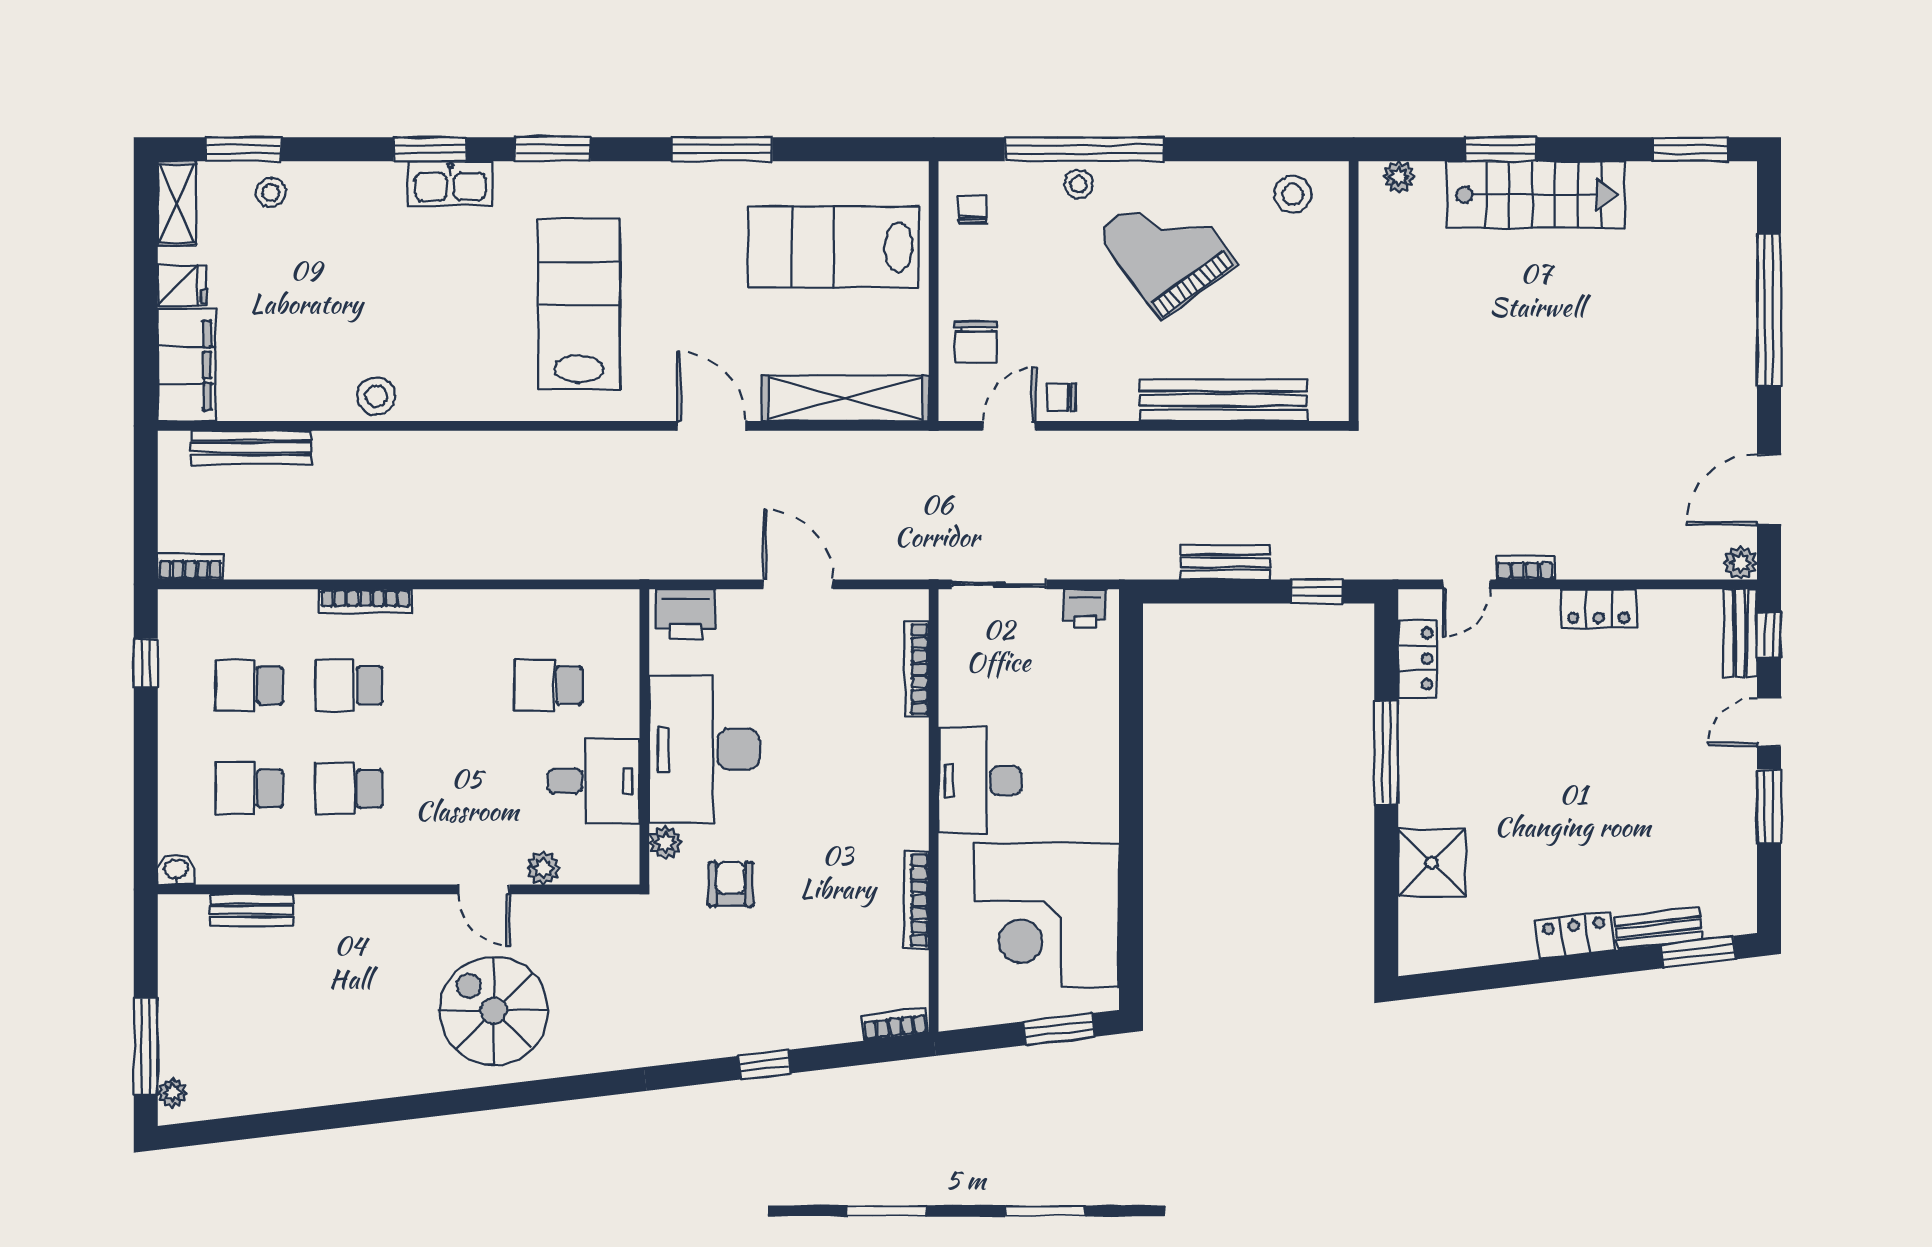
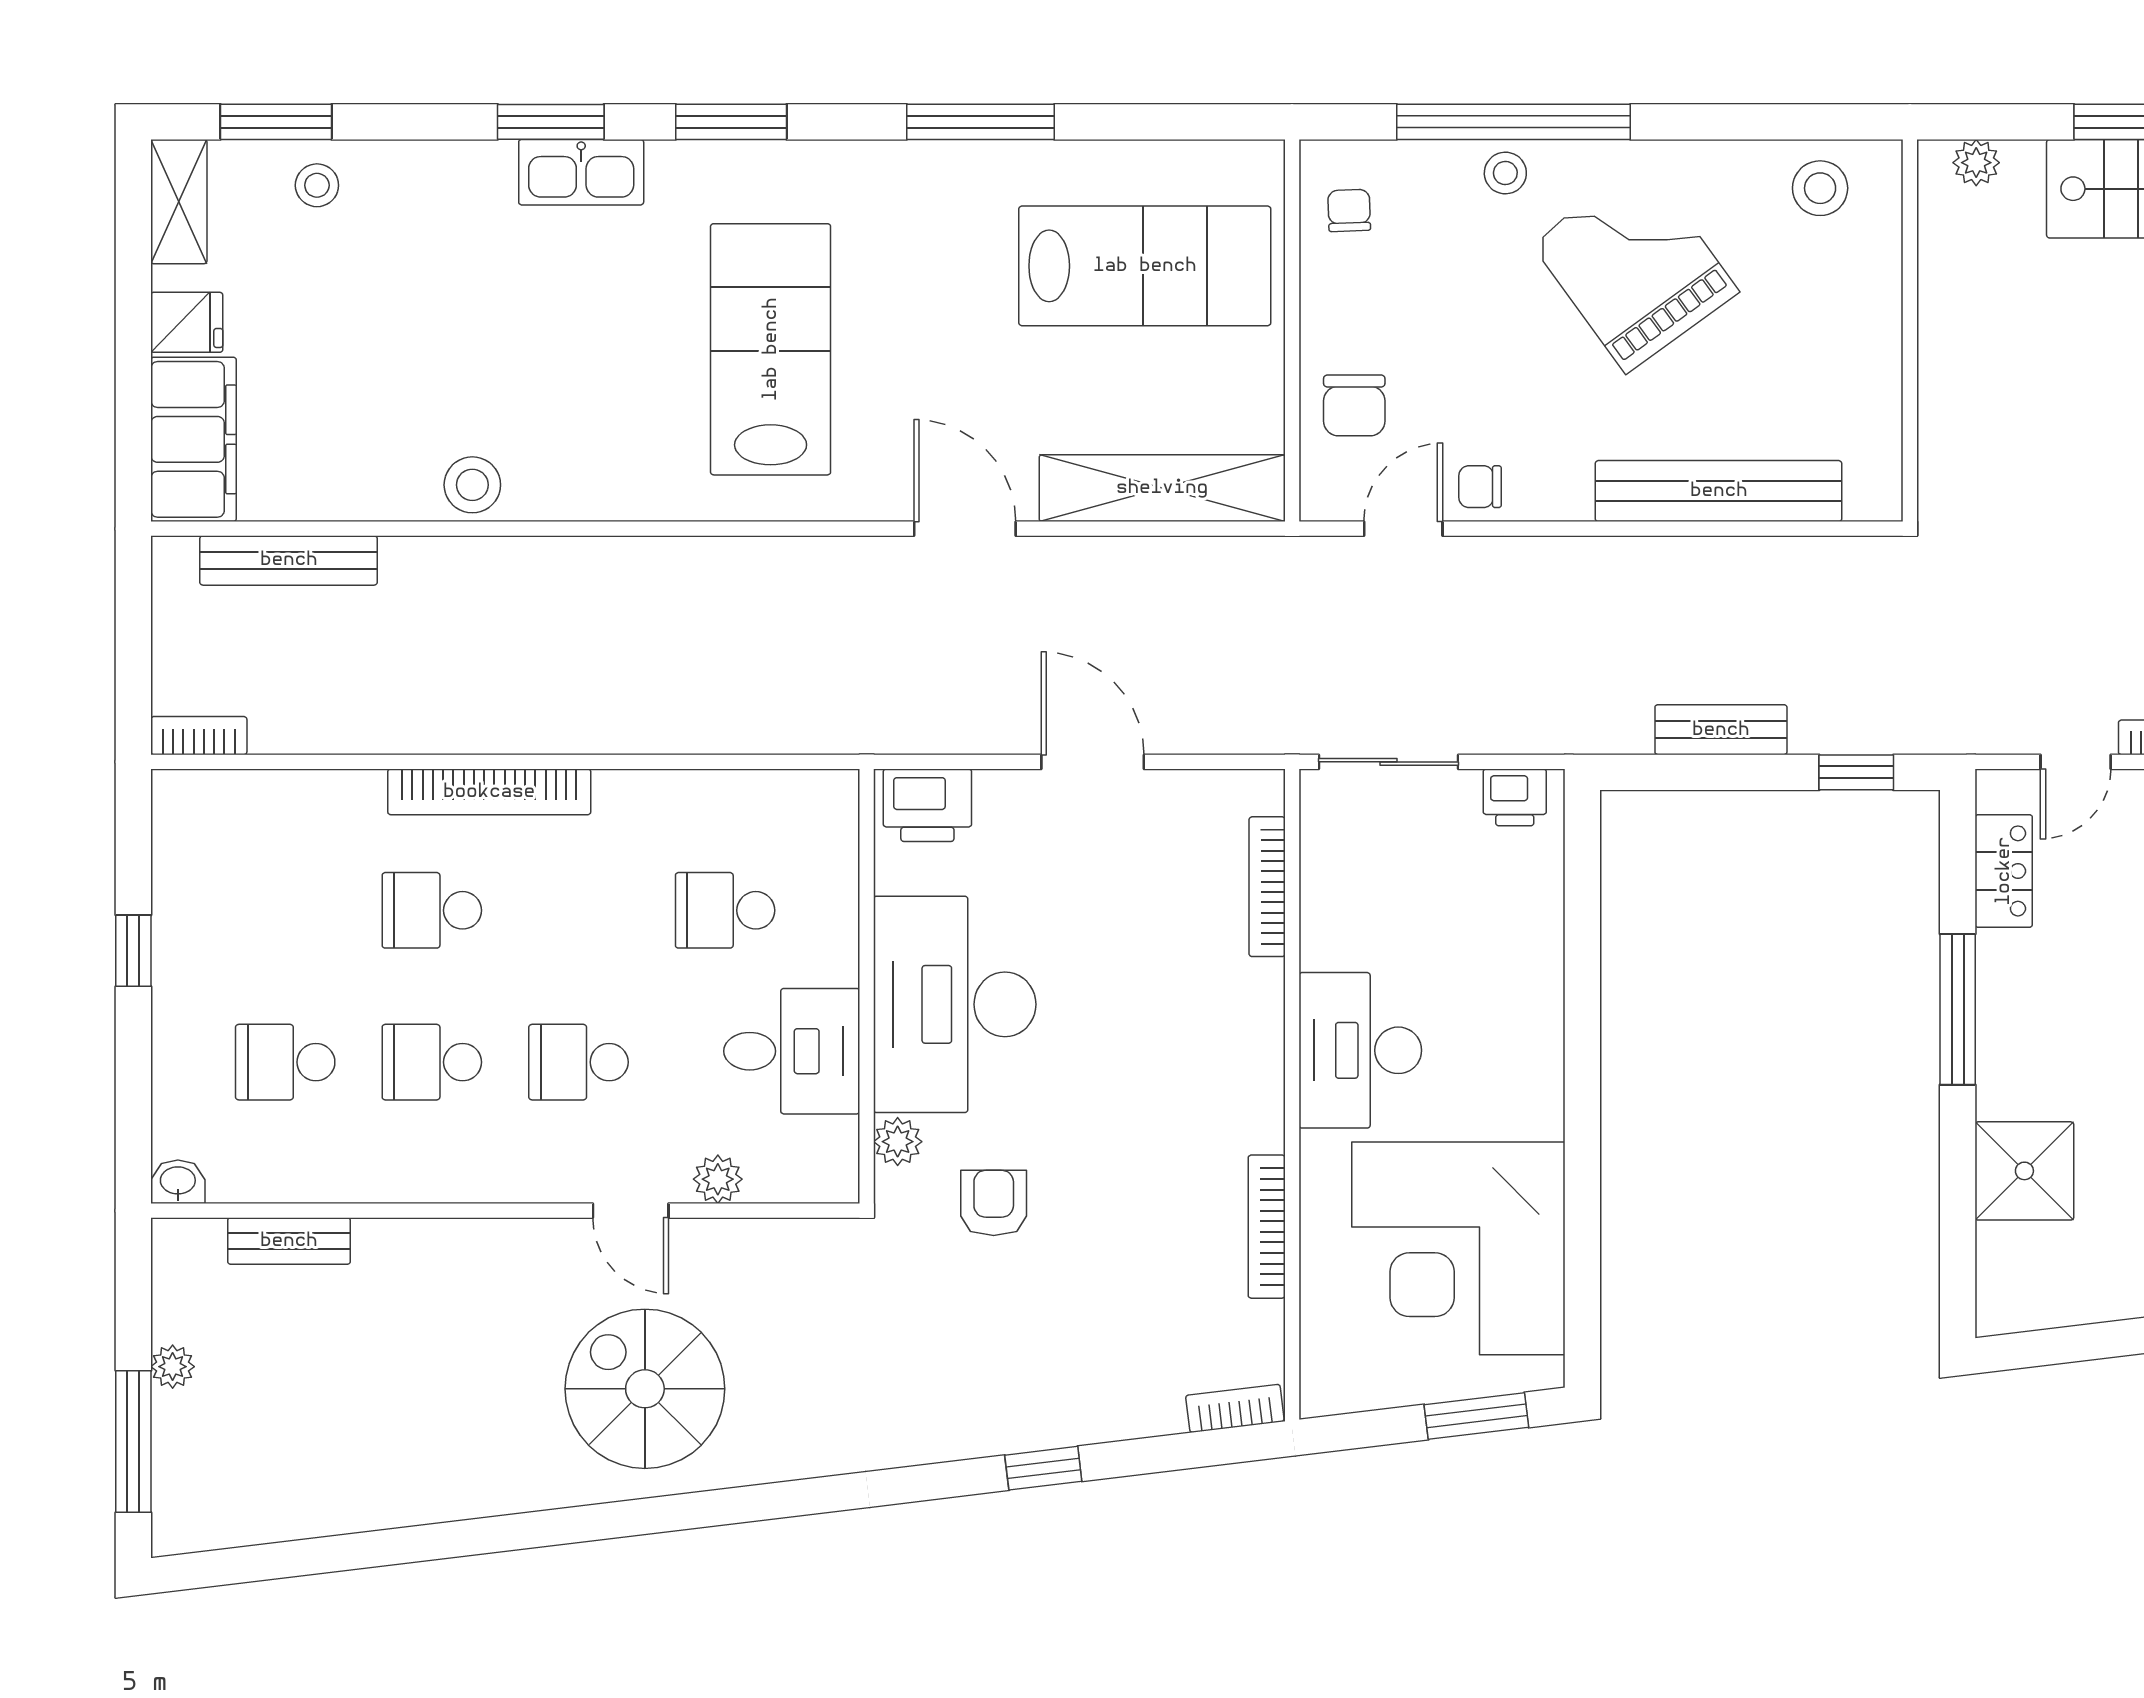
lab bench: (833, 247) -> (1145, 266), turned 180
bookcase: (365, 601) -> (489, 792), width x1.48, depth x1.31
window: (146, 663) -> (133, 951), moved
school desk: (249, 685) -> (578, 1062), moved
plant: (172, 1093) -> (173, 1367), moved

